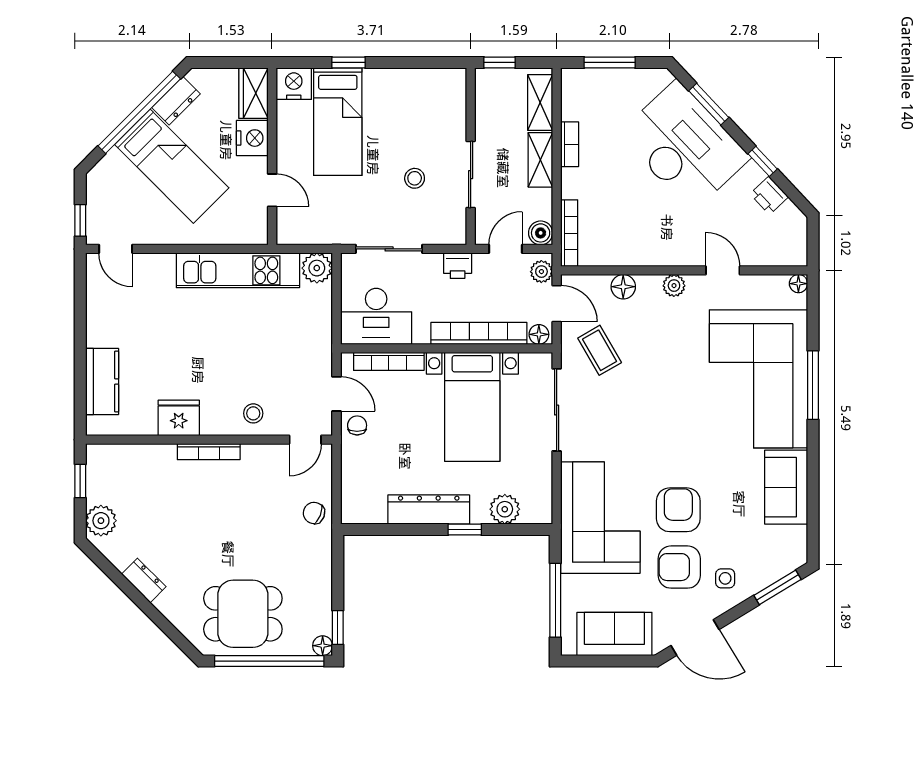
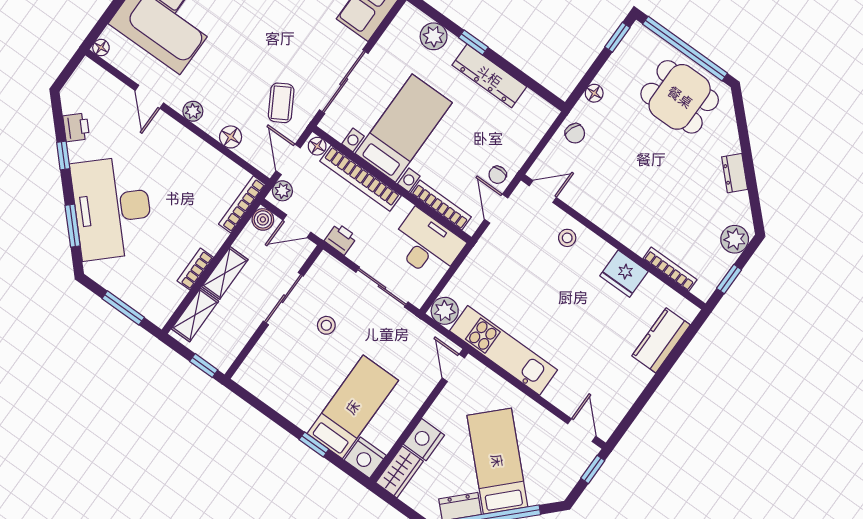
door: (272, 190) -> (453, 368), moved
bookcase: (209, 452) -> (670, 269), moved
floor lamp: (323, 646) -> (594, 93), moved

